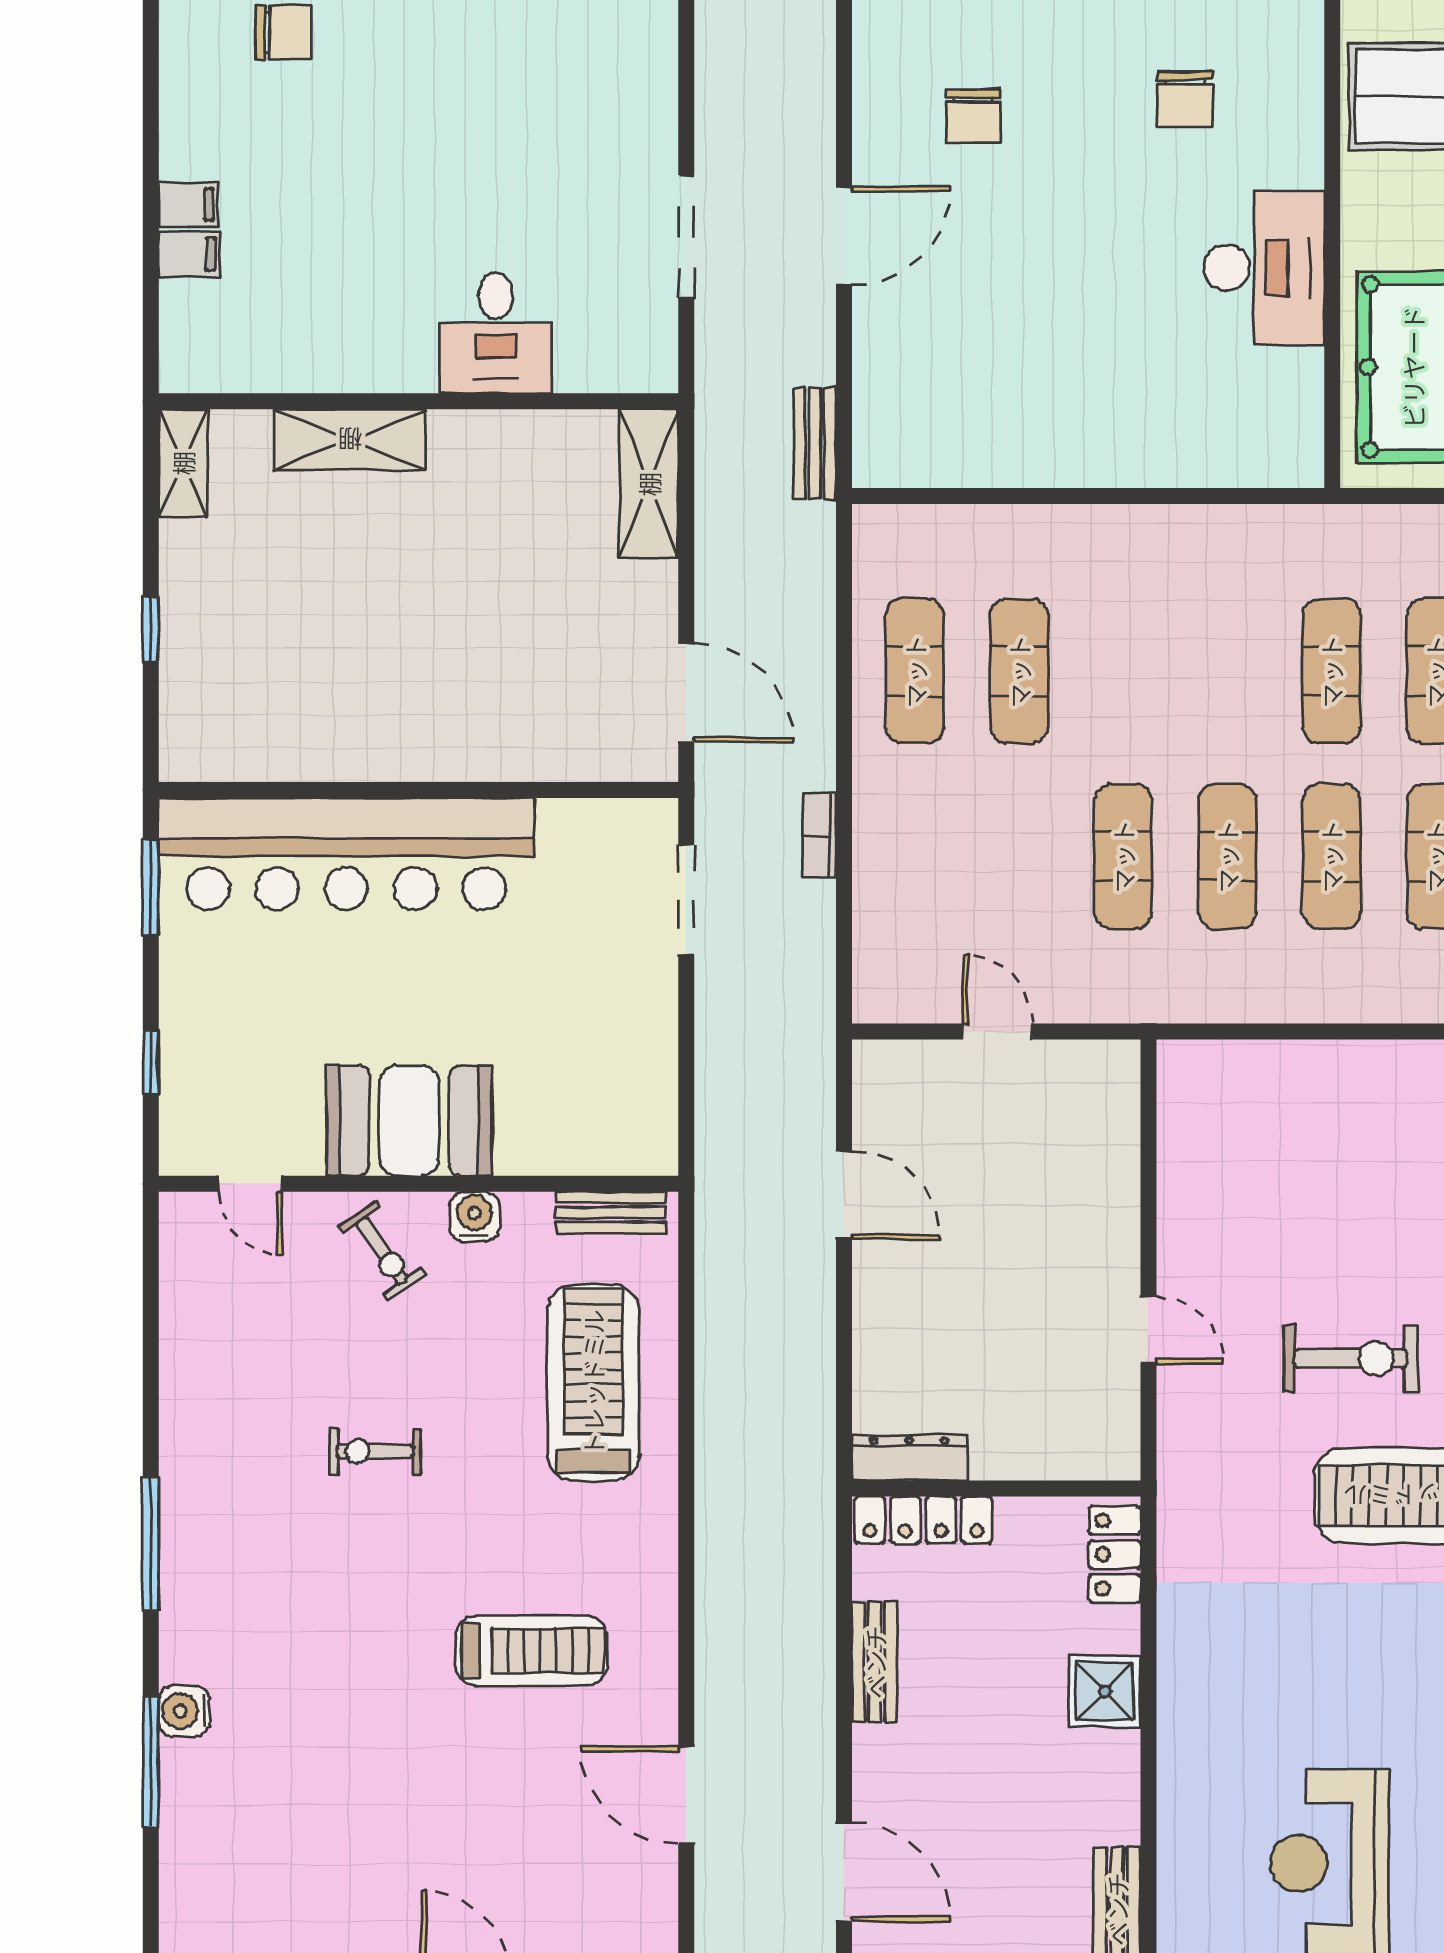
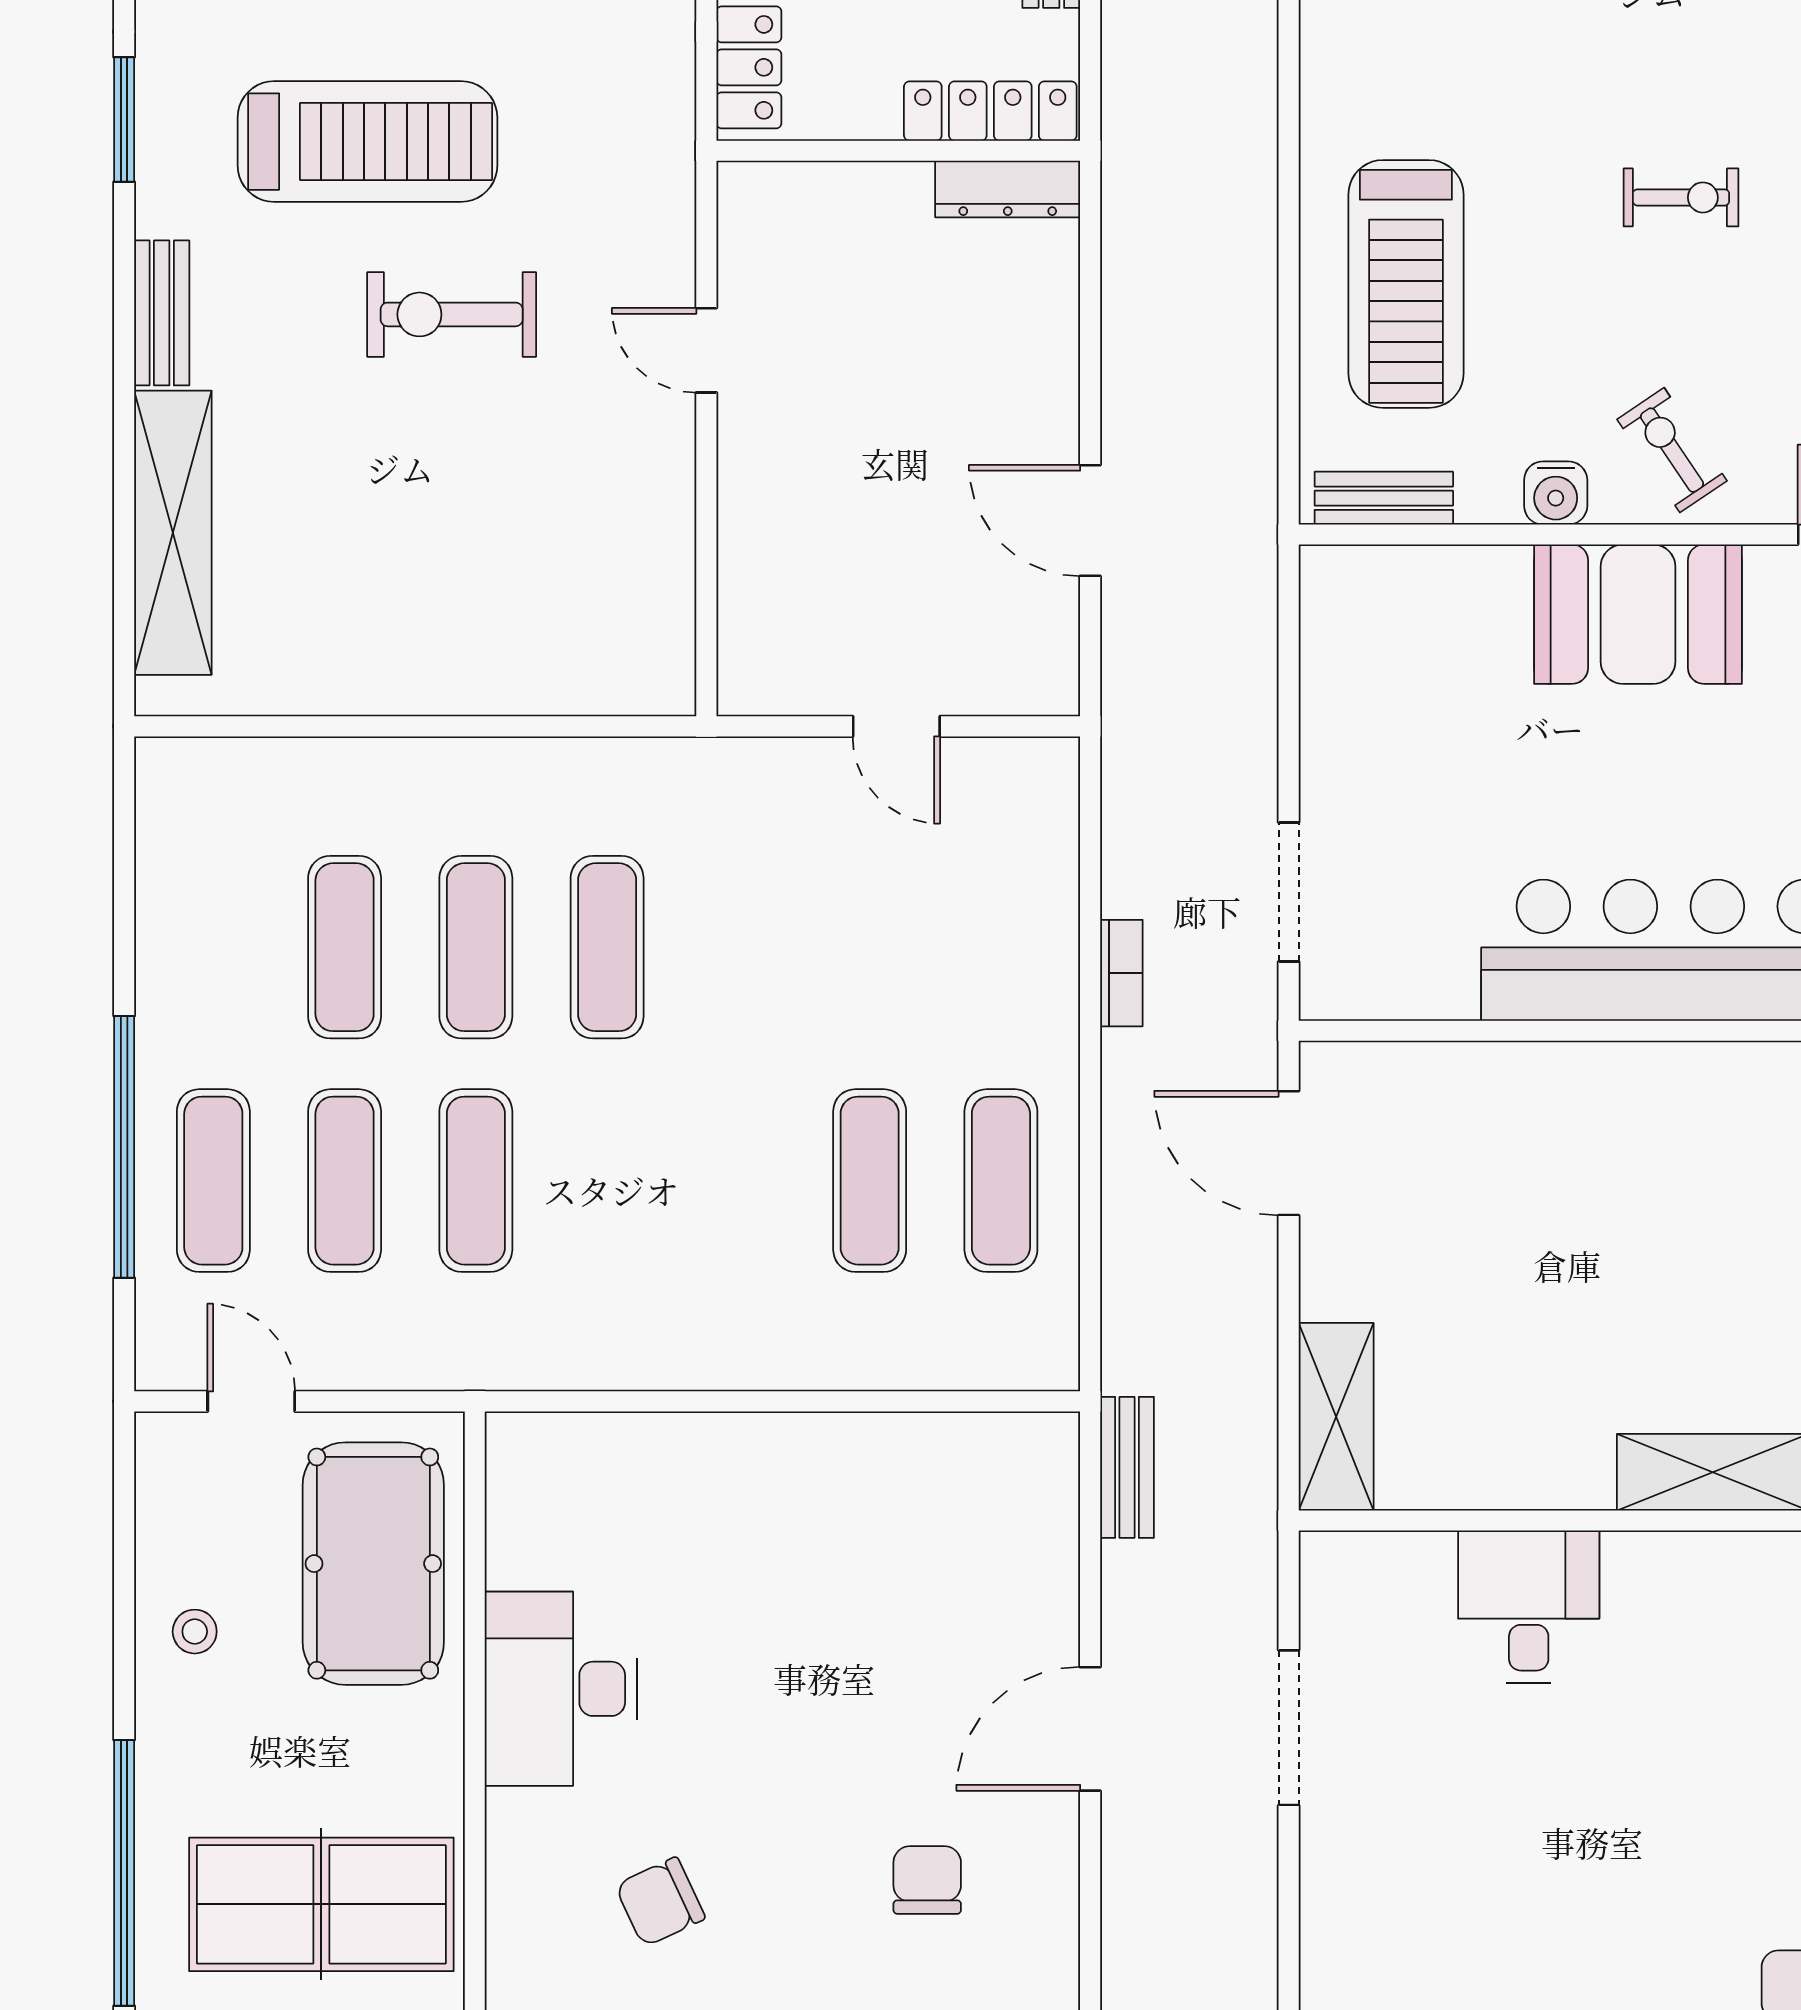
chair: (1185, 99) -> (660, 1902), turned -115
exercise mat: (1123, 856) -> (738, 947), removed

